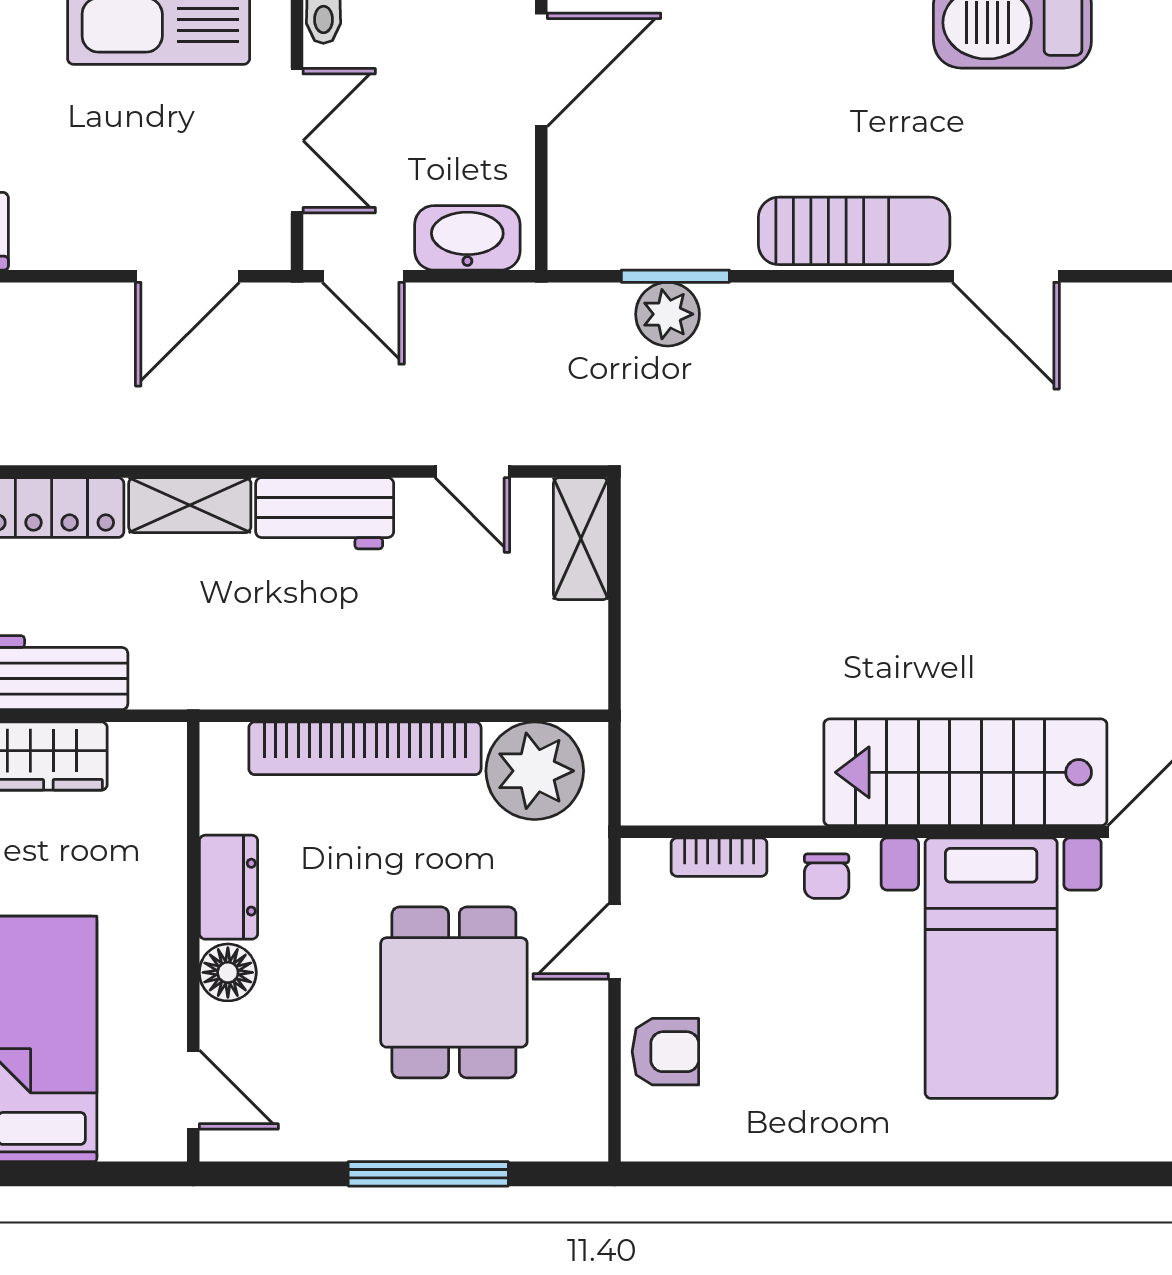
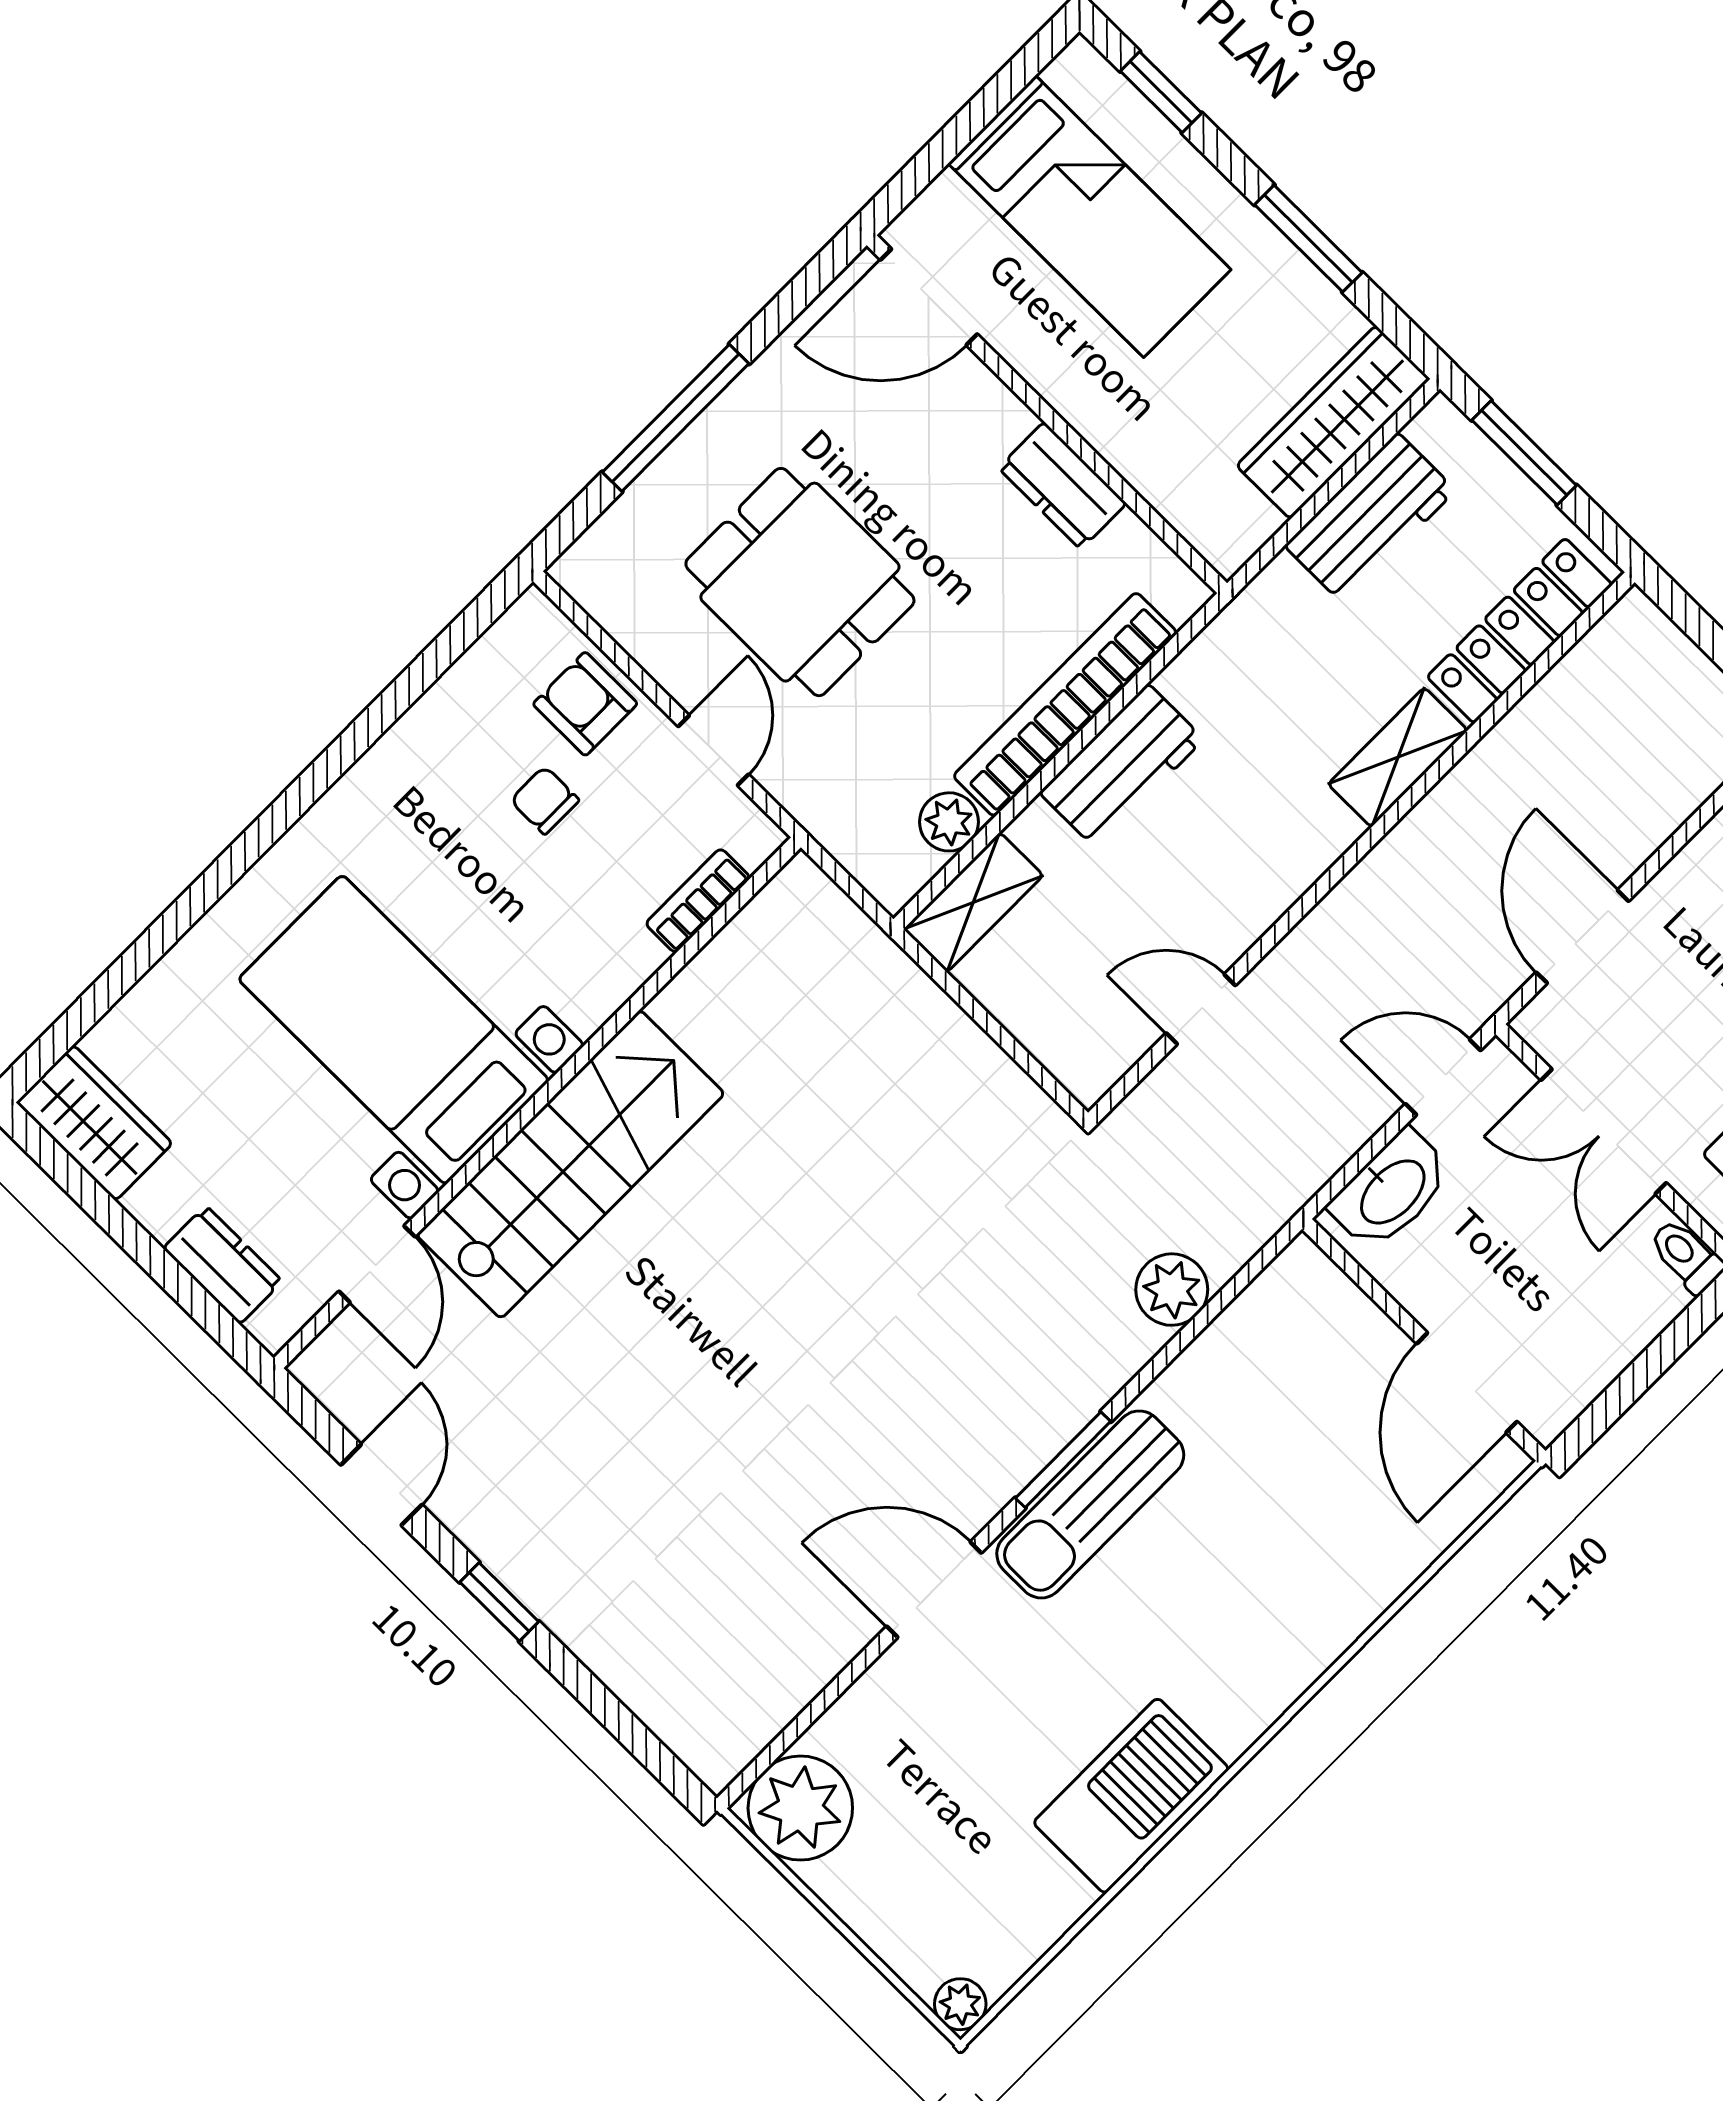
window: (675, 276) -> (1063, 1460), moved
workbench: (325, 513) -> (1122, 766), moved, turned 180
shelving: (581, 539) -> (973, 902), moved, turned 90
plant: (535, 771) -> (949, 822), width x0.53, depth x0.53
chair: (827, 876) -> (545, 800), moved
floor lamp: (228, 972) -> (995, 417), removed
armchair: (665, 1052) -> (585, 704), turned 90
door: (193, 1090) -> (929, 297), width x1.38

